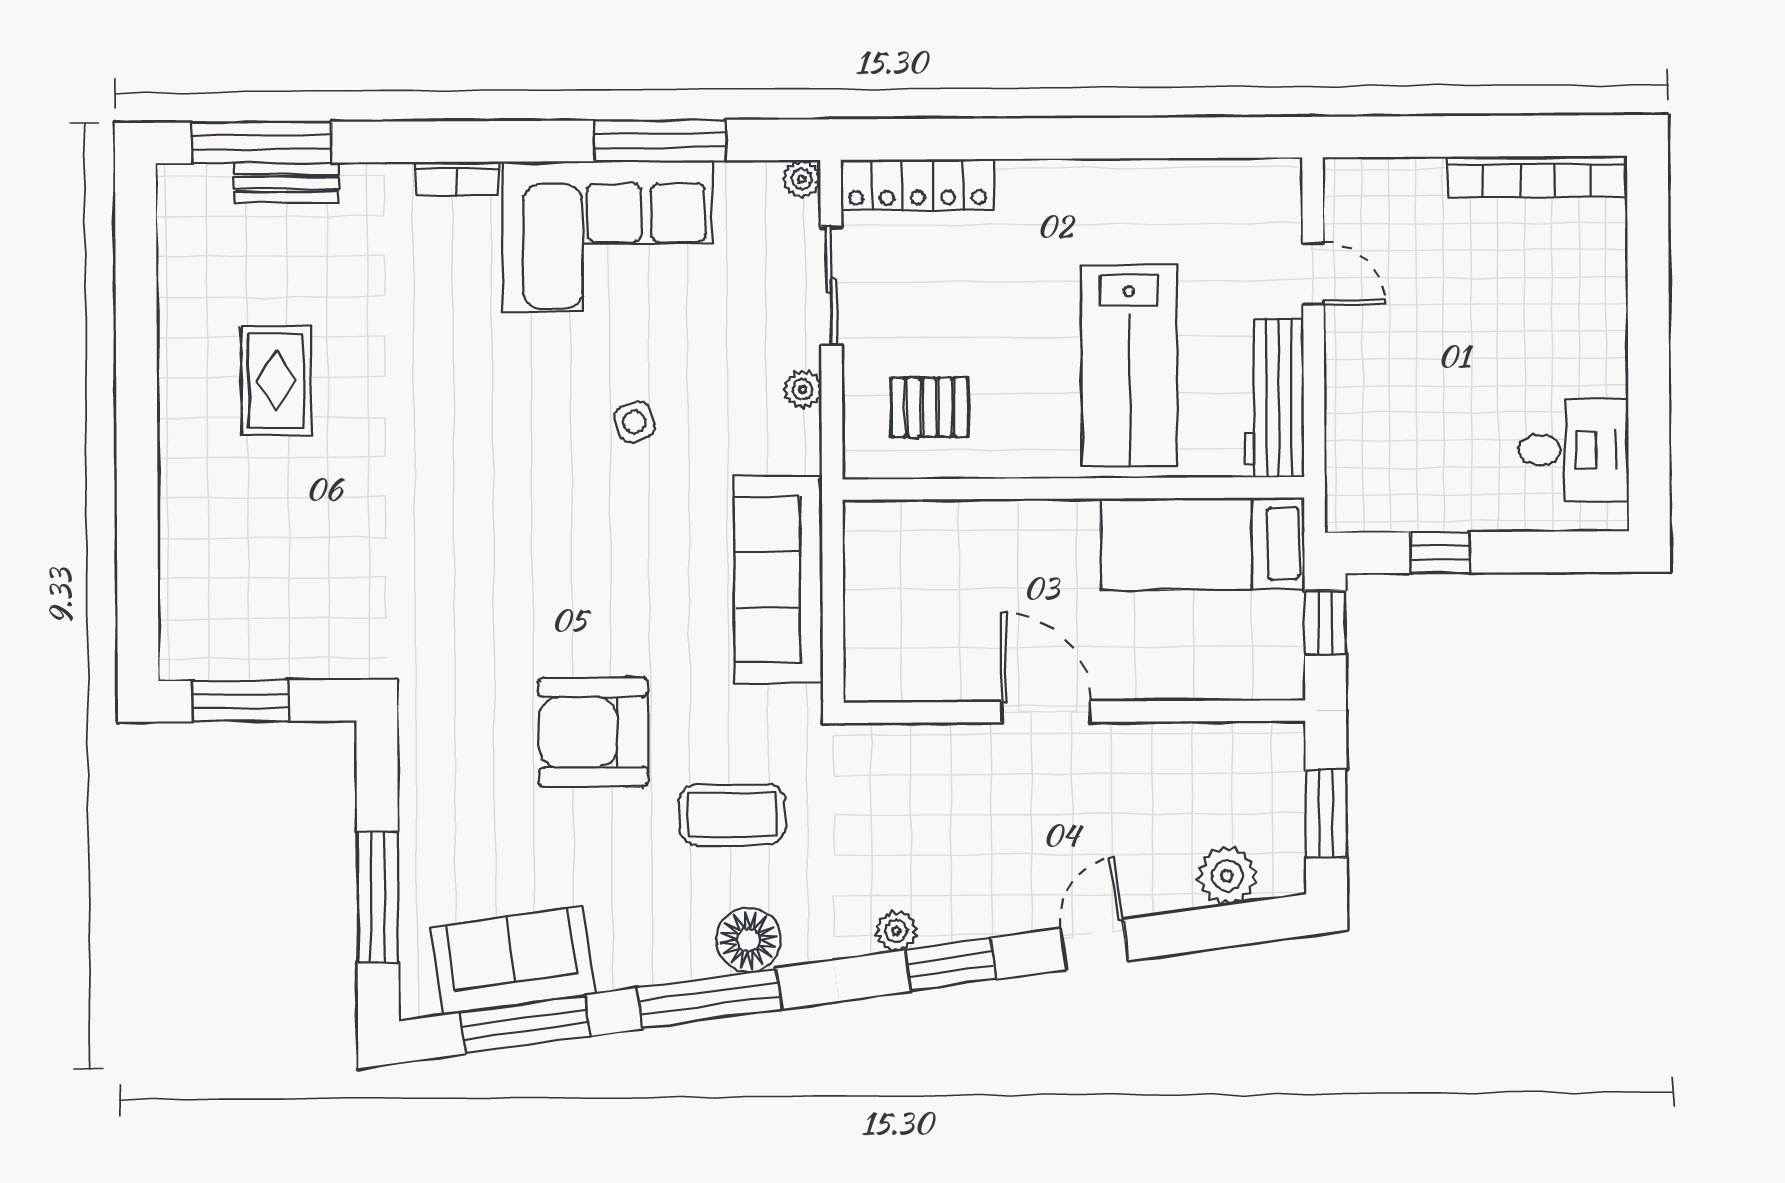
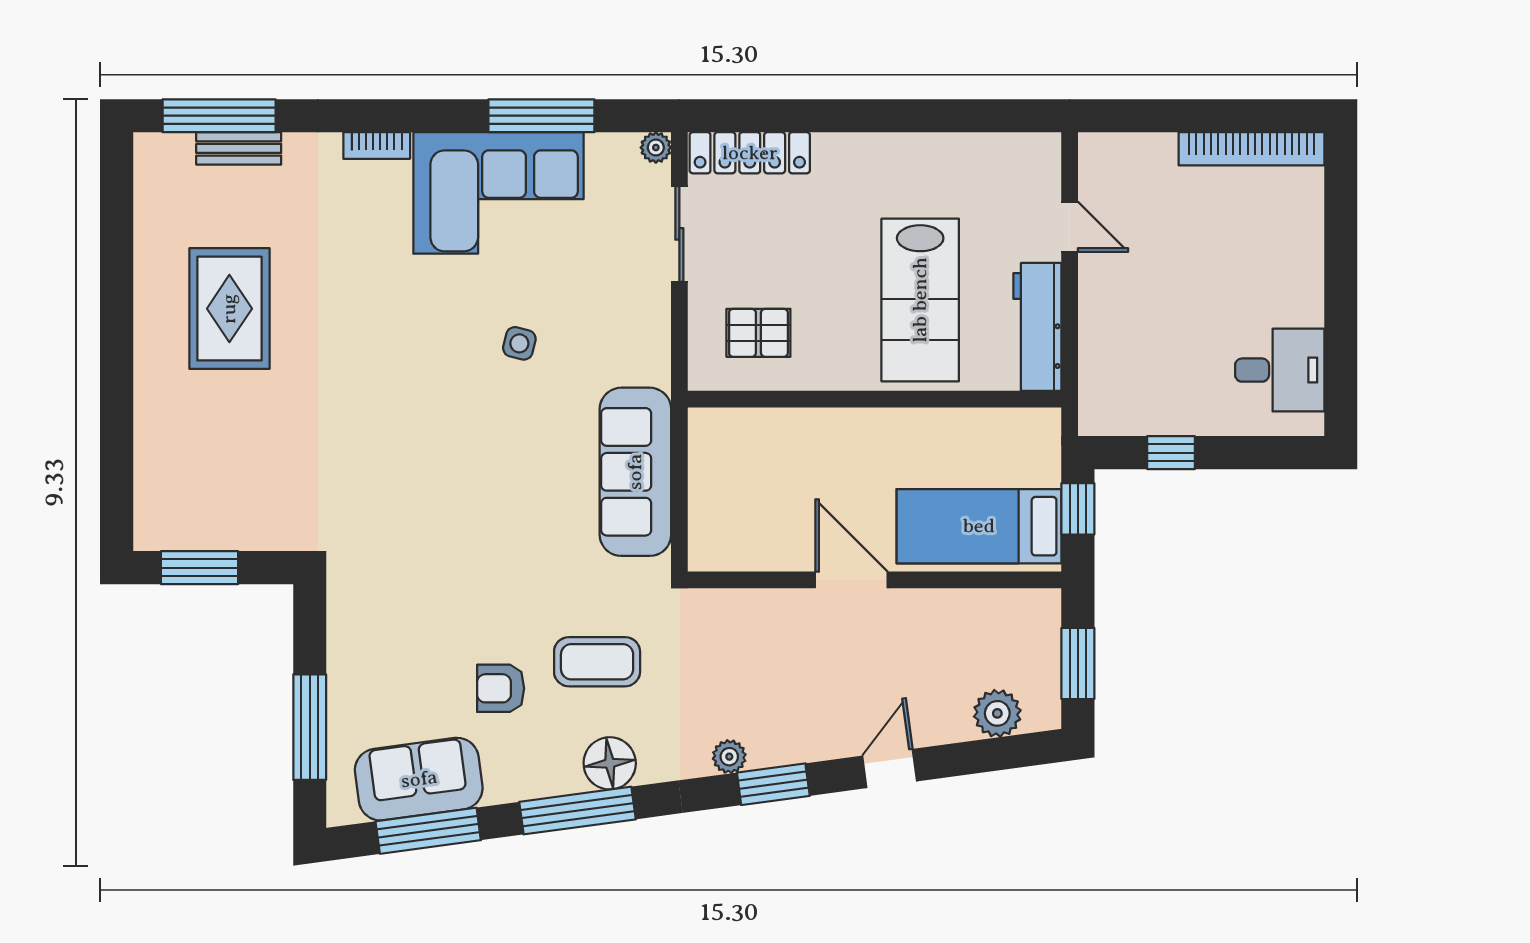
rug: (276, 381) -> (229, 309), width x1.36, depth x1.43
plant: (803, 389) -> (656, 318), removed
side table: (634, 422) -> (519, 343), turned 33
bed: (1203, 544) -> (979, 526), moved
armchair: (593, 732) -> (501, 688), moved, width x0.53, depth x0.53

